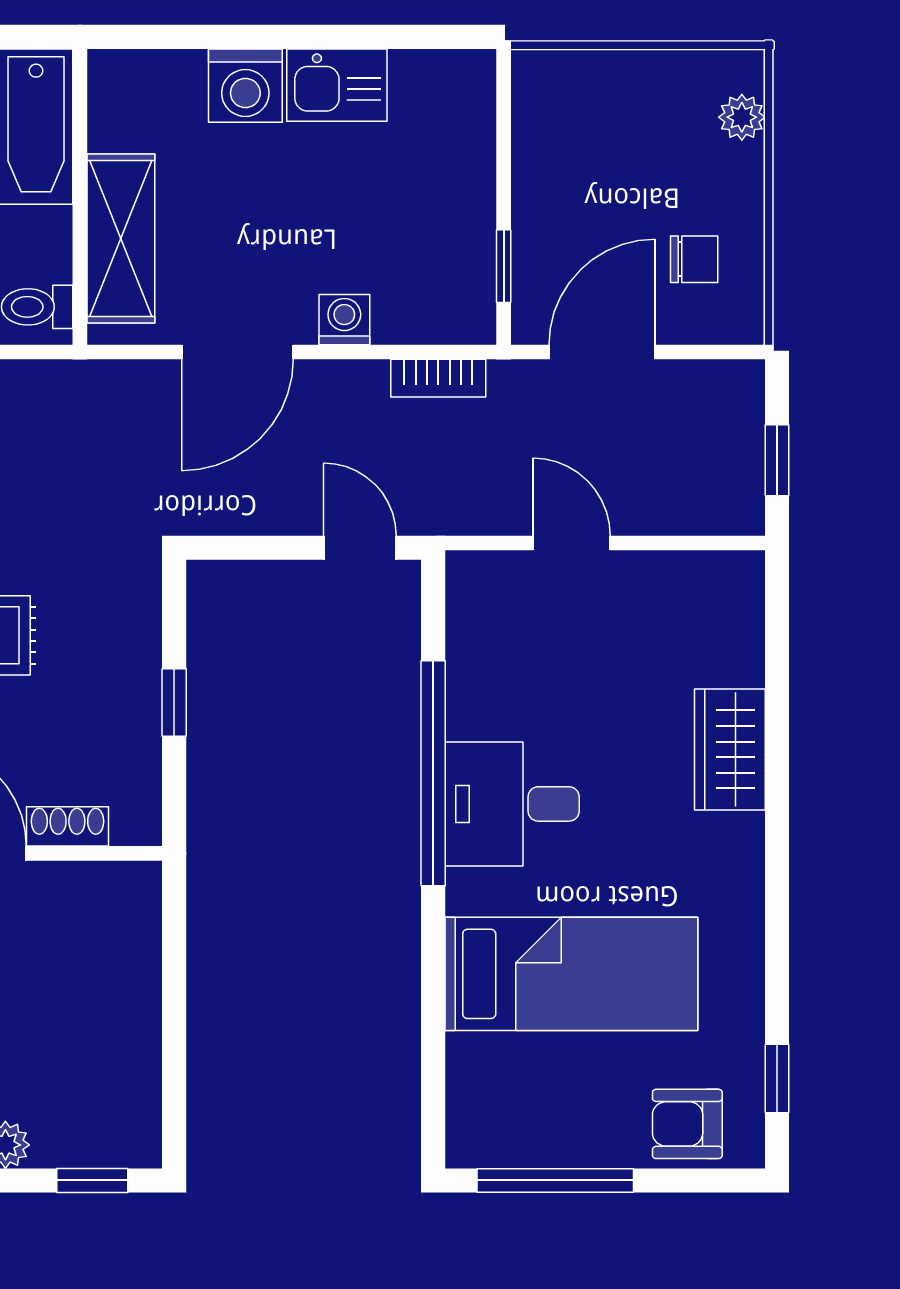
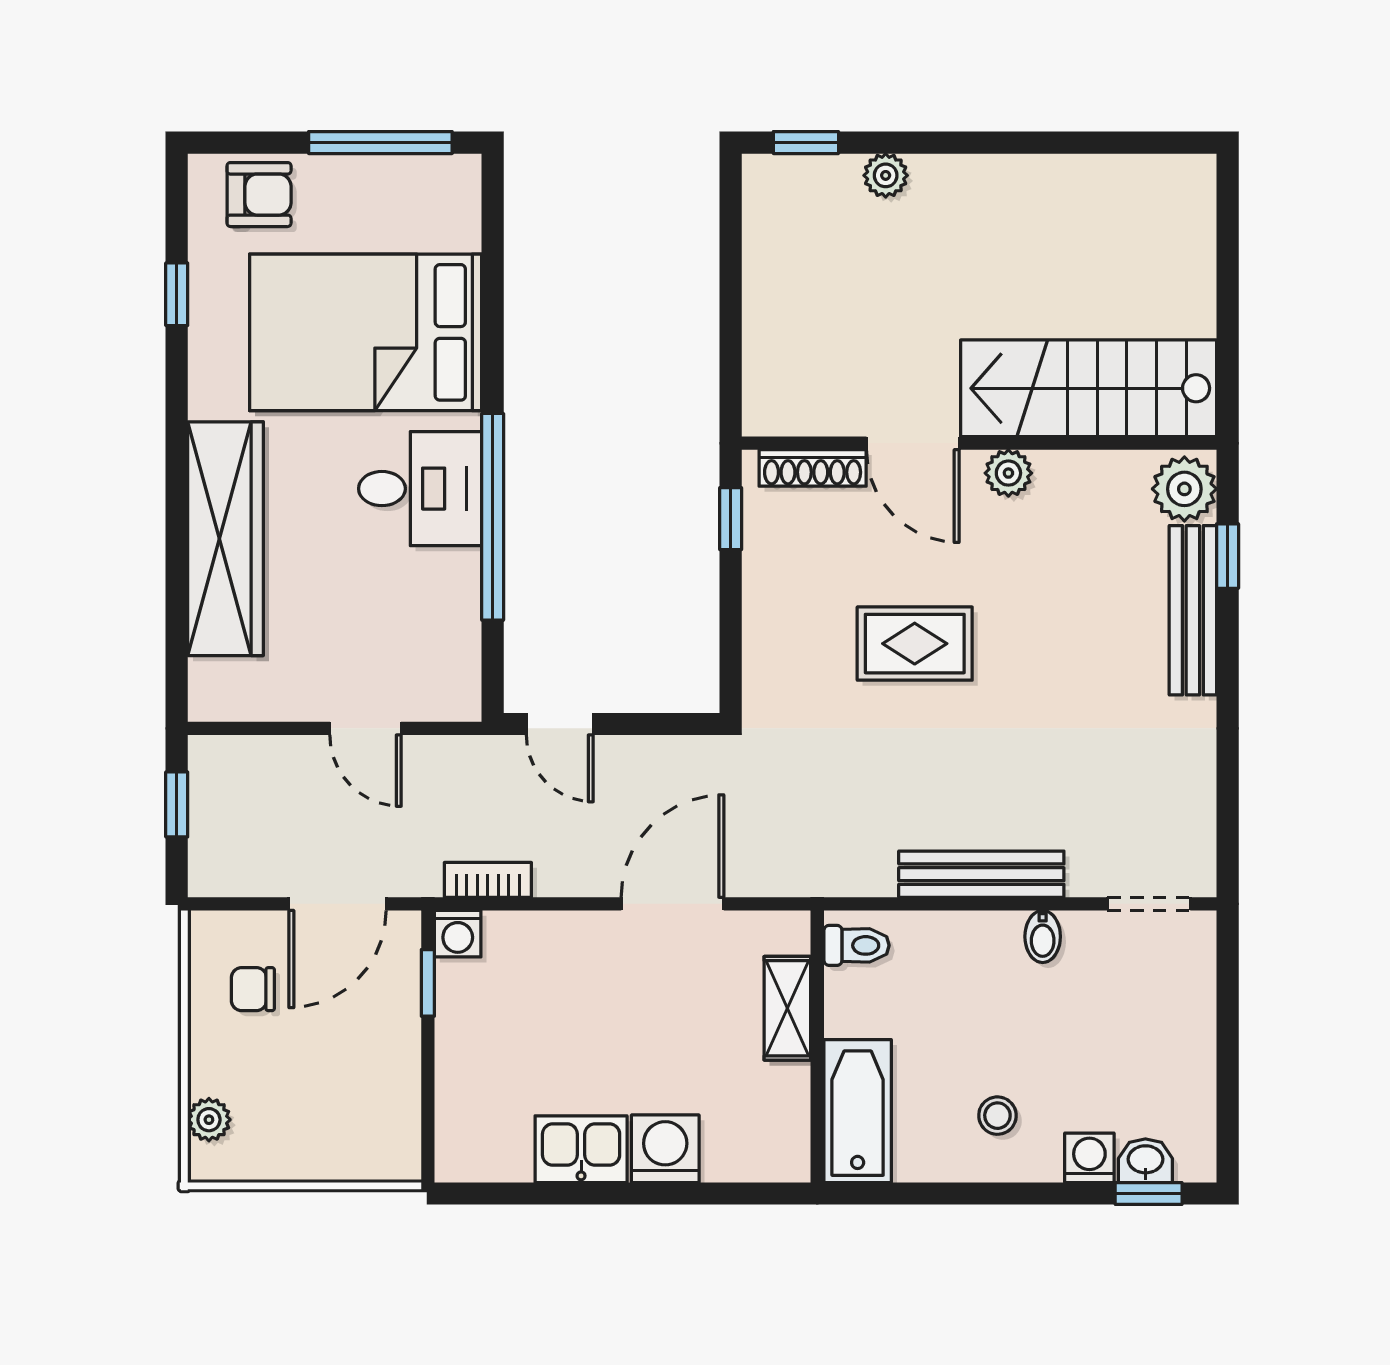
shelving: (121, 238) -> (787, 1008), width x0.67, depth x0.75
washing machine: (344, 320) -> (458, 934), moved
window: (174, 702) -> (731, 519), moved
wardrobe: (730, 749) -> (226, 539), width x2.10, depth x1.17
shoe rack: (67, 826) -> (813, 468), width x1.43
bed: (571, 974) -> (366, 332), width x1.50
window: (777, 1078) -> (177, 294), moved

